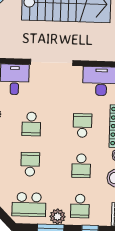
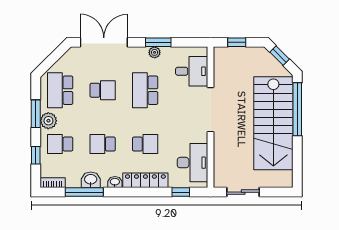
school desk: (31, 124) -> (145, 90), width x1.85

